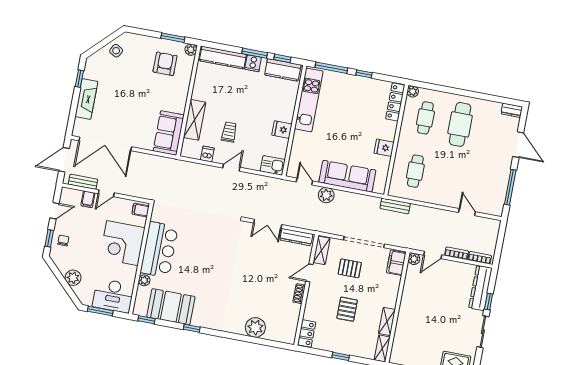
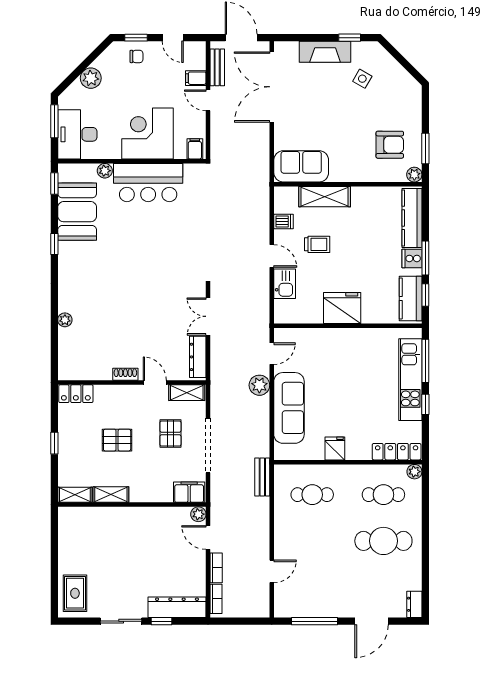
side table: (116, 51) -> (362, 79), moved
kitchen unit: (309, 100) -> (410, 380), moved, turned 90
fridge: (282, 130) -> (342, 308), width x1.88, depth x1.34
kitchen sink: (273, 165) -> (285, 284), moved
plant: (255, 327) -> (65, 320), width x0.53, depth x0.53

